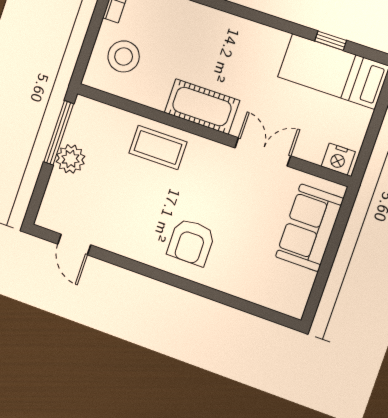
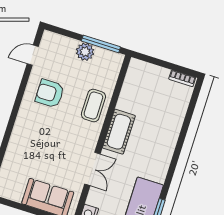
stool: (124, 56) -> (148, 83), removed
armchair: (191, 242) -> (50, 93), moved

